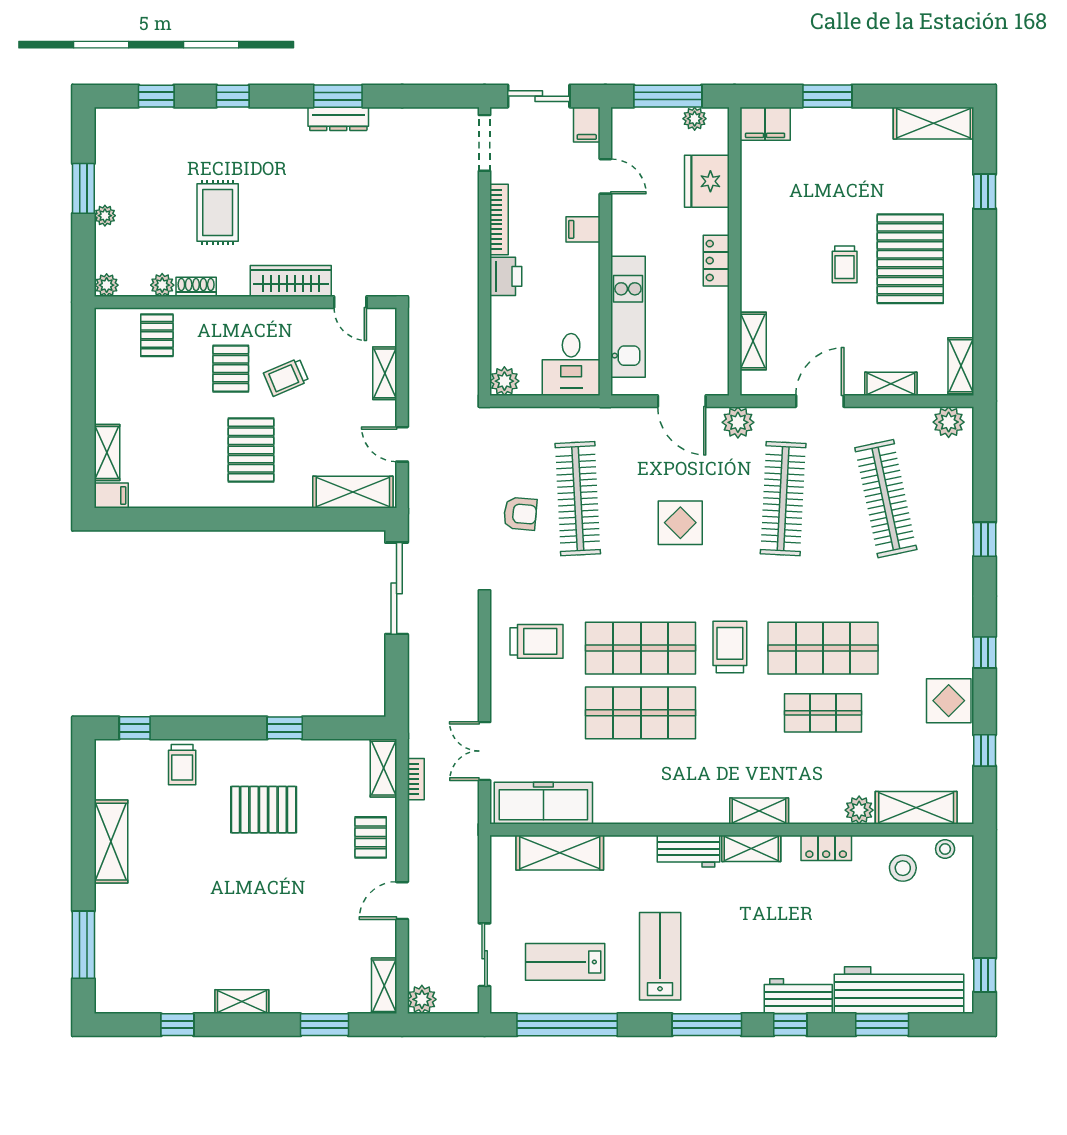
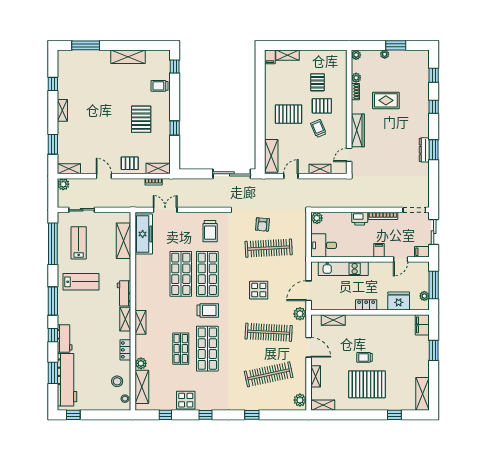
pallet: (157, 335) -> (317, 82), moved, turned 90

